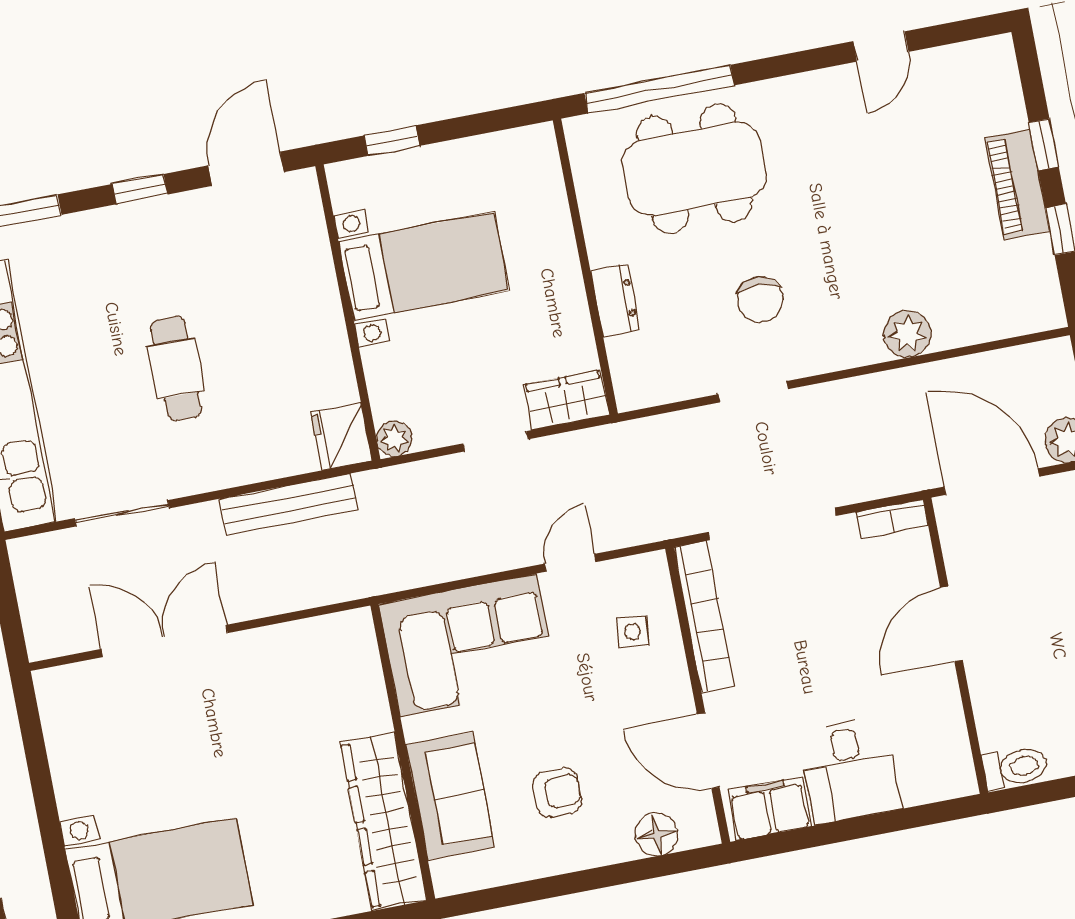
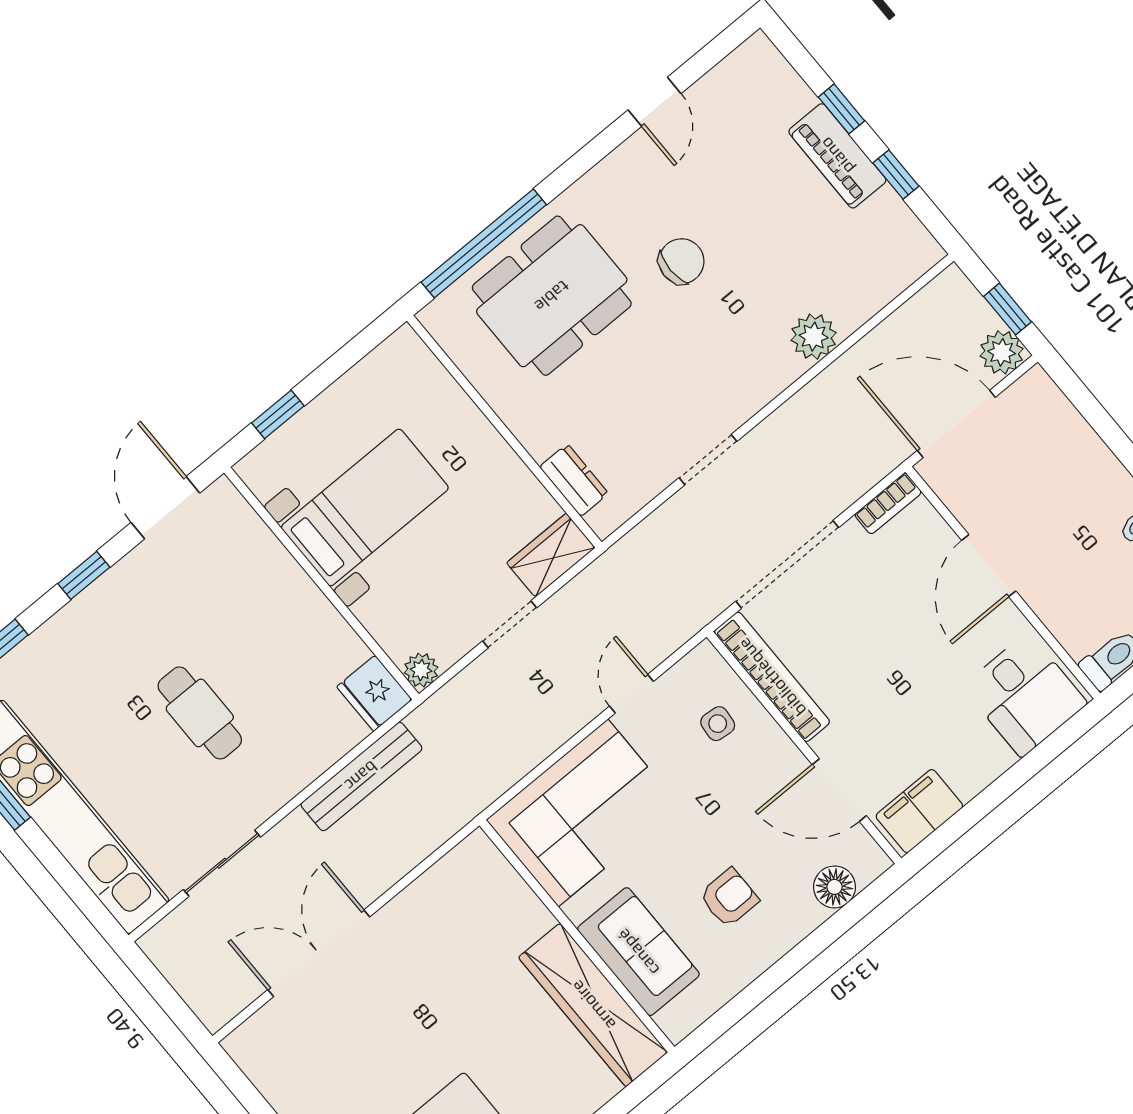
dresser: (615, 300) -> (574, 480), moved
chair: (760, 300) -> (681, 261), moved, turned -94
desk: (850, 770) -> (1025, 695), moved

